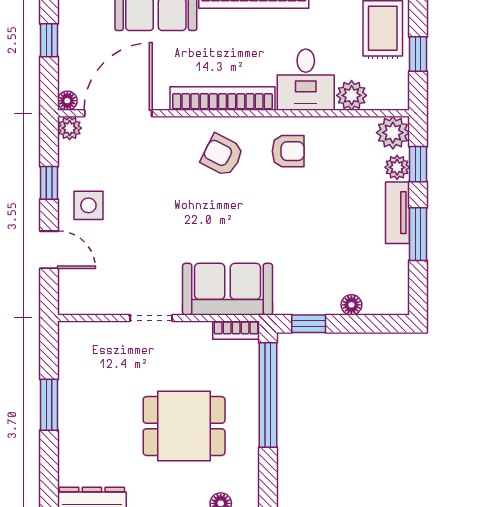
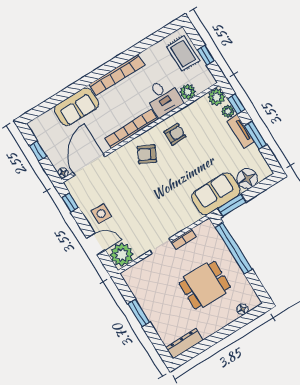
plant: (70, 128) -> (122, 255), moved, width x1.88, depth x1.88
window: (49, 183) -> (70, 202), moved
sofa: (228, 289) -> (216, 194), moved
floor lamp: (351, 305) -> (247, 178), width x1.89, depth x1.89
window: (309, 324) -> (232, 205), width x1.50
bookcase: (236, 330) -> (184, 239), moved

